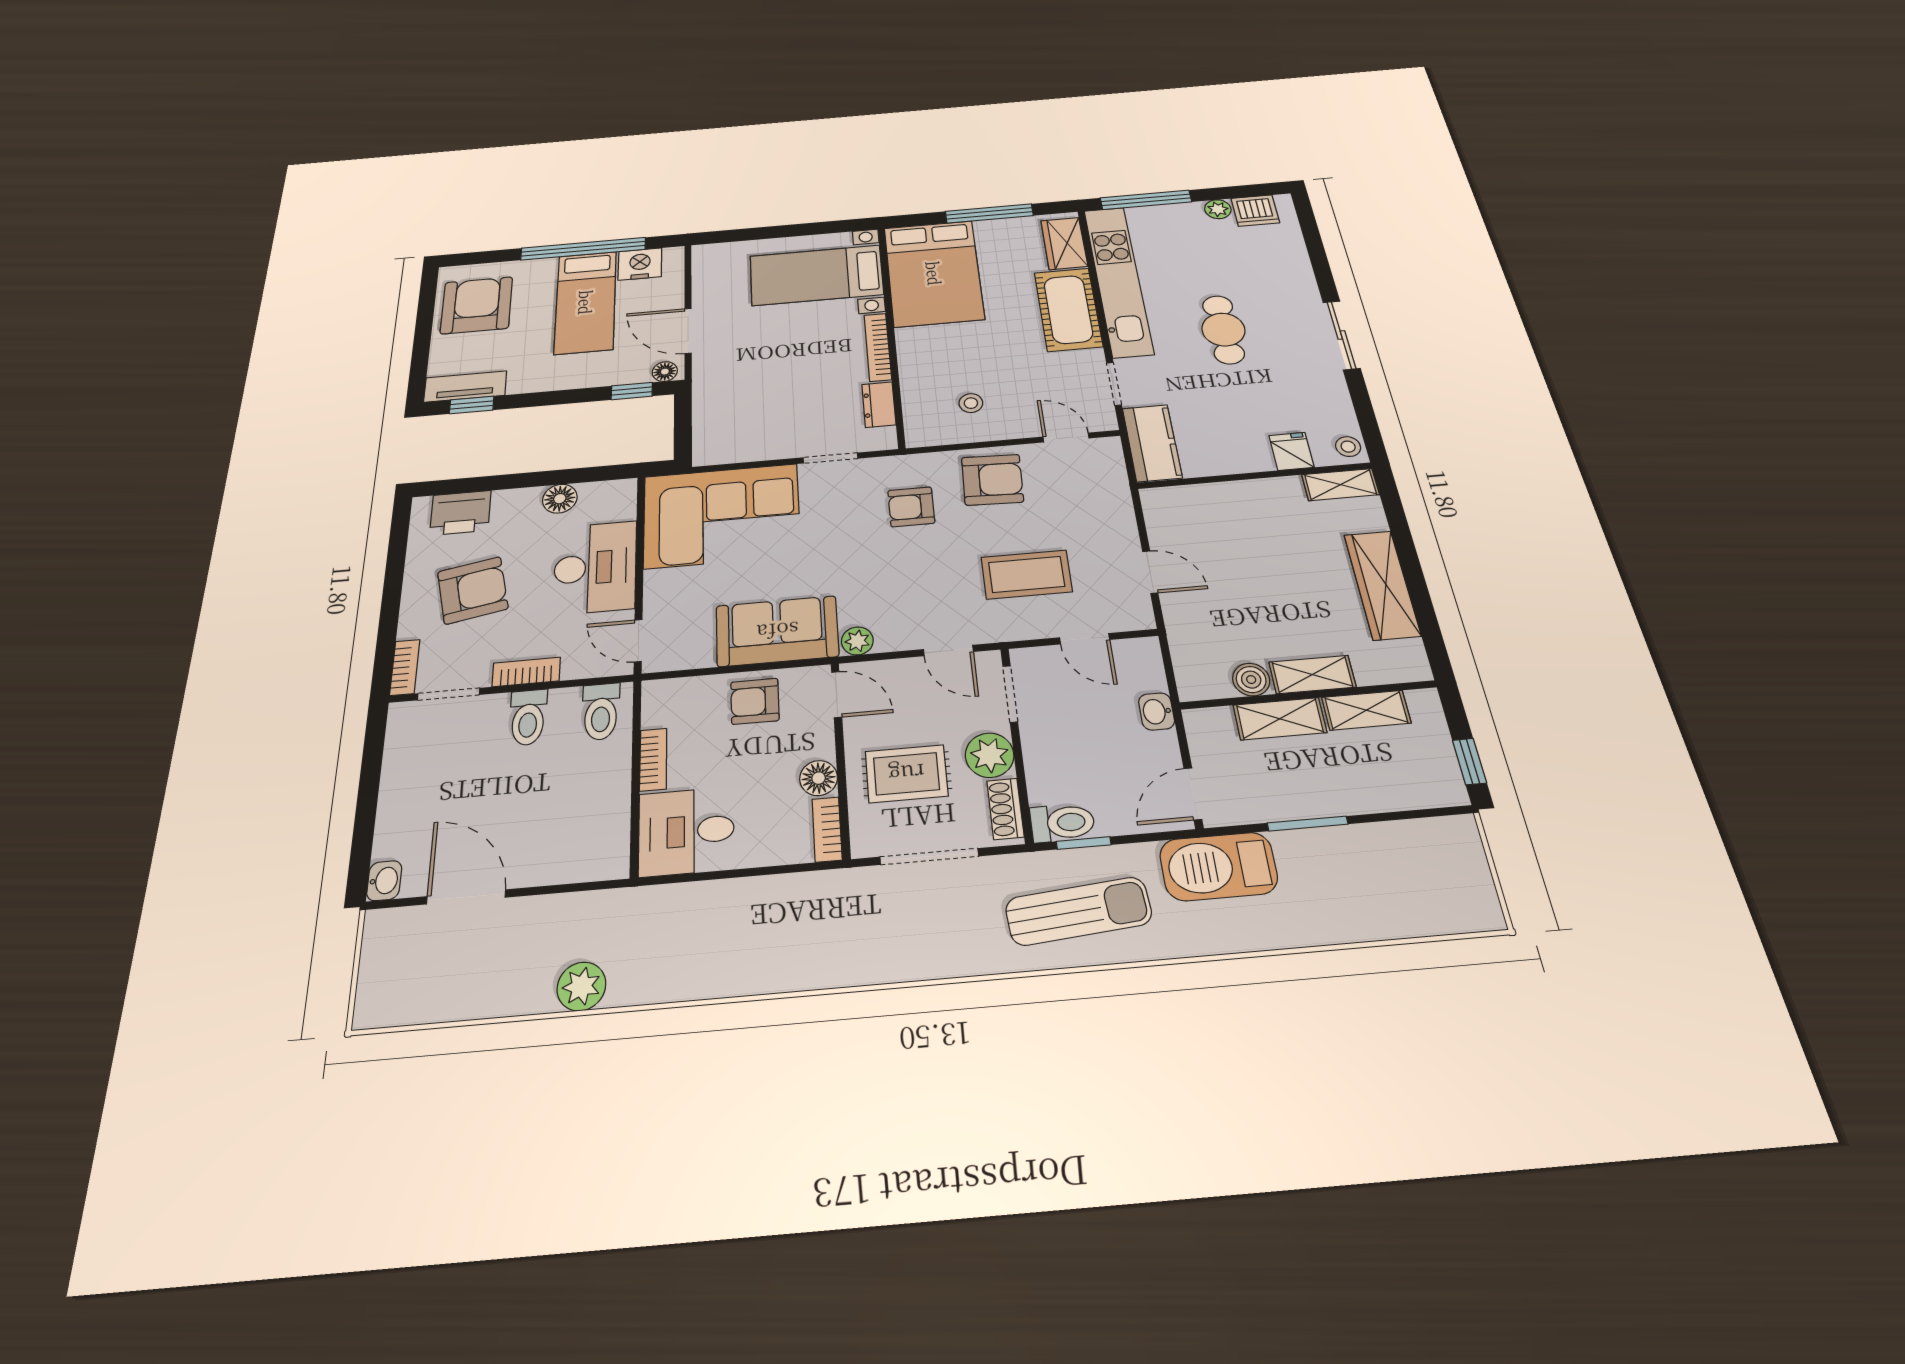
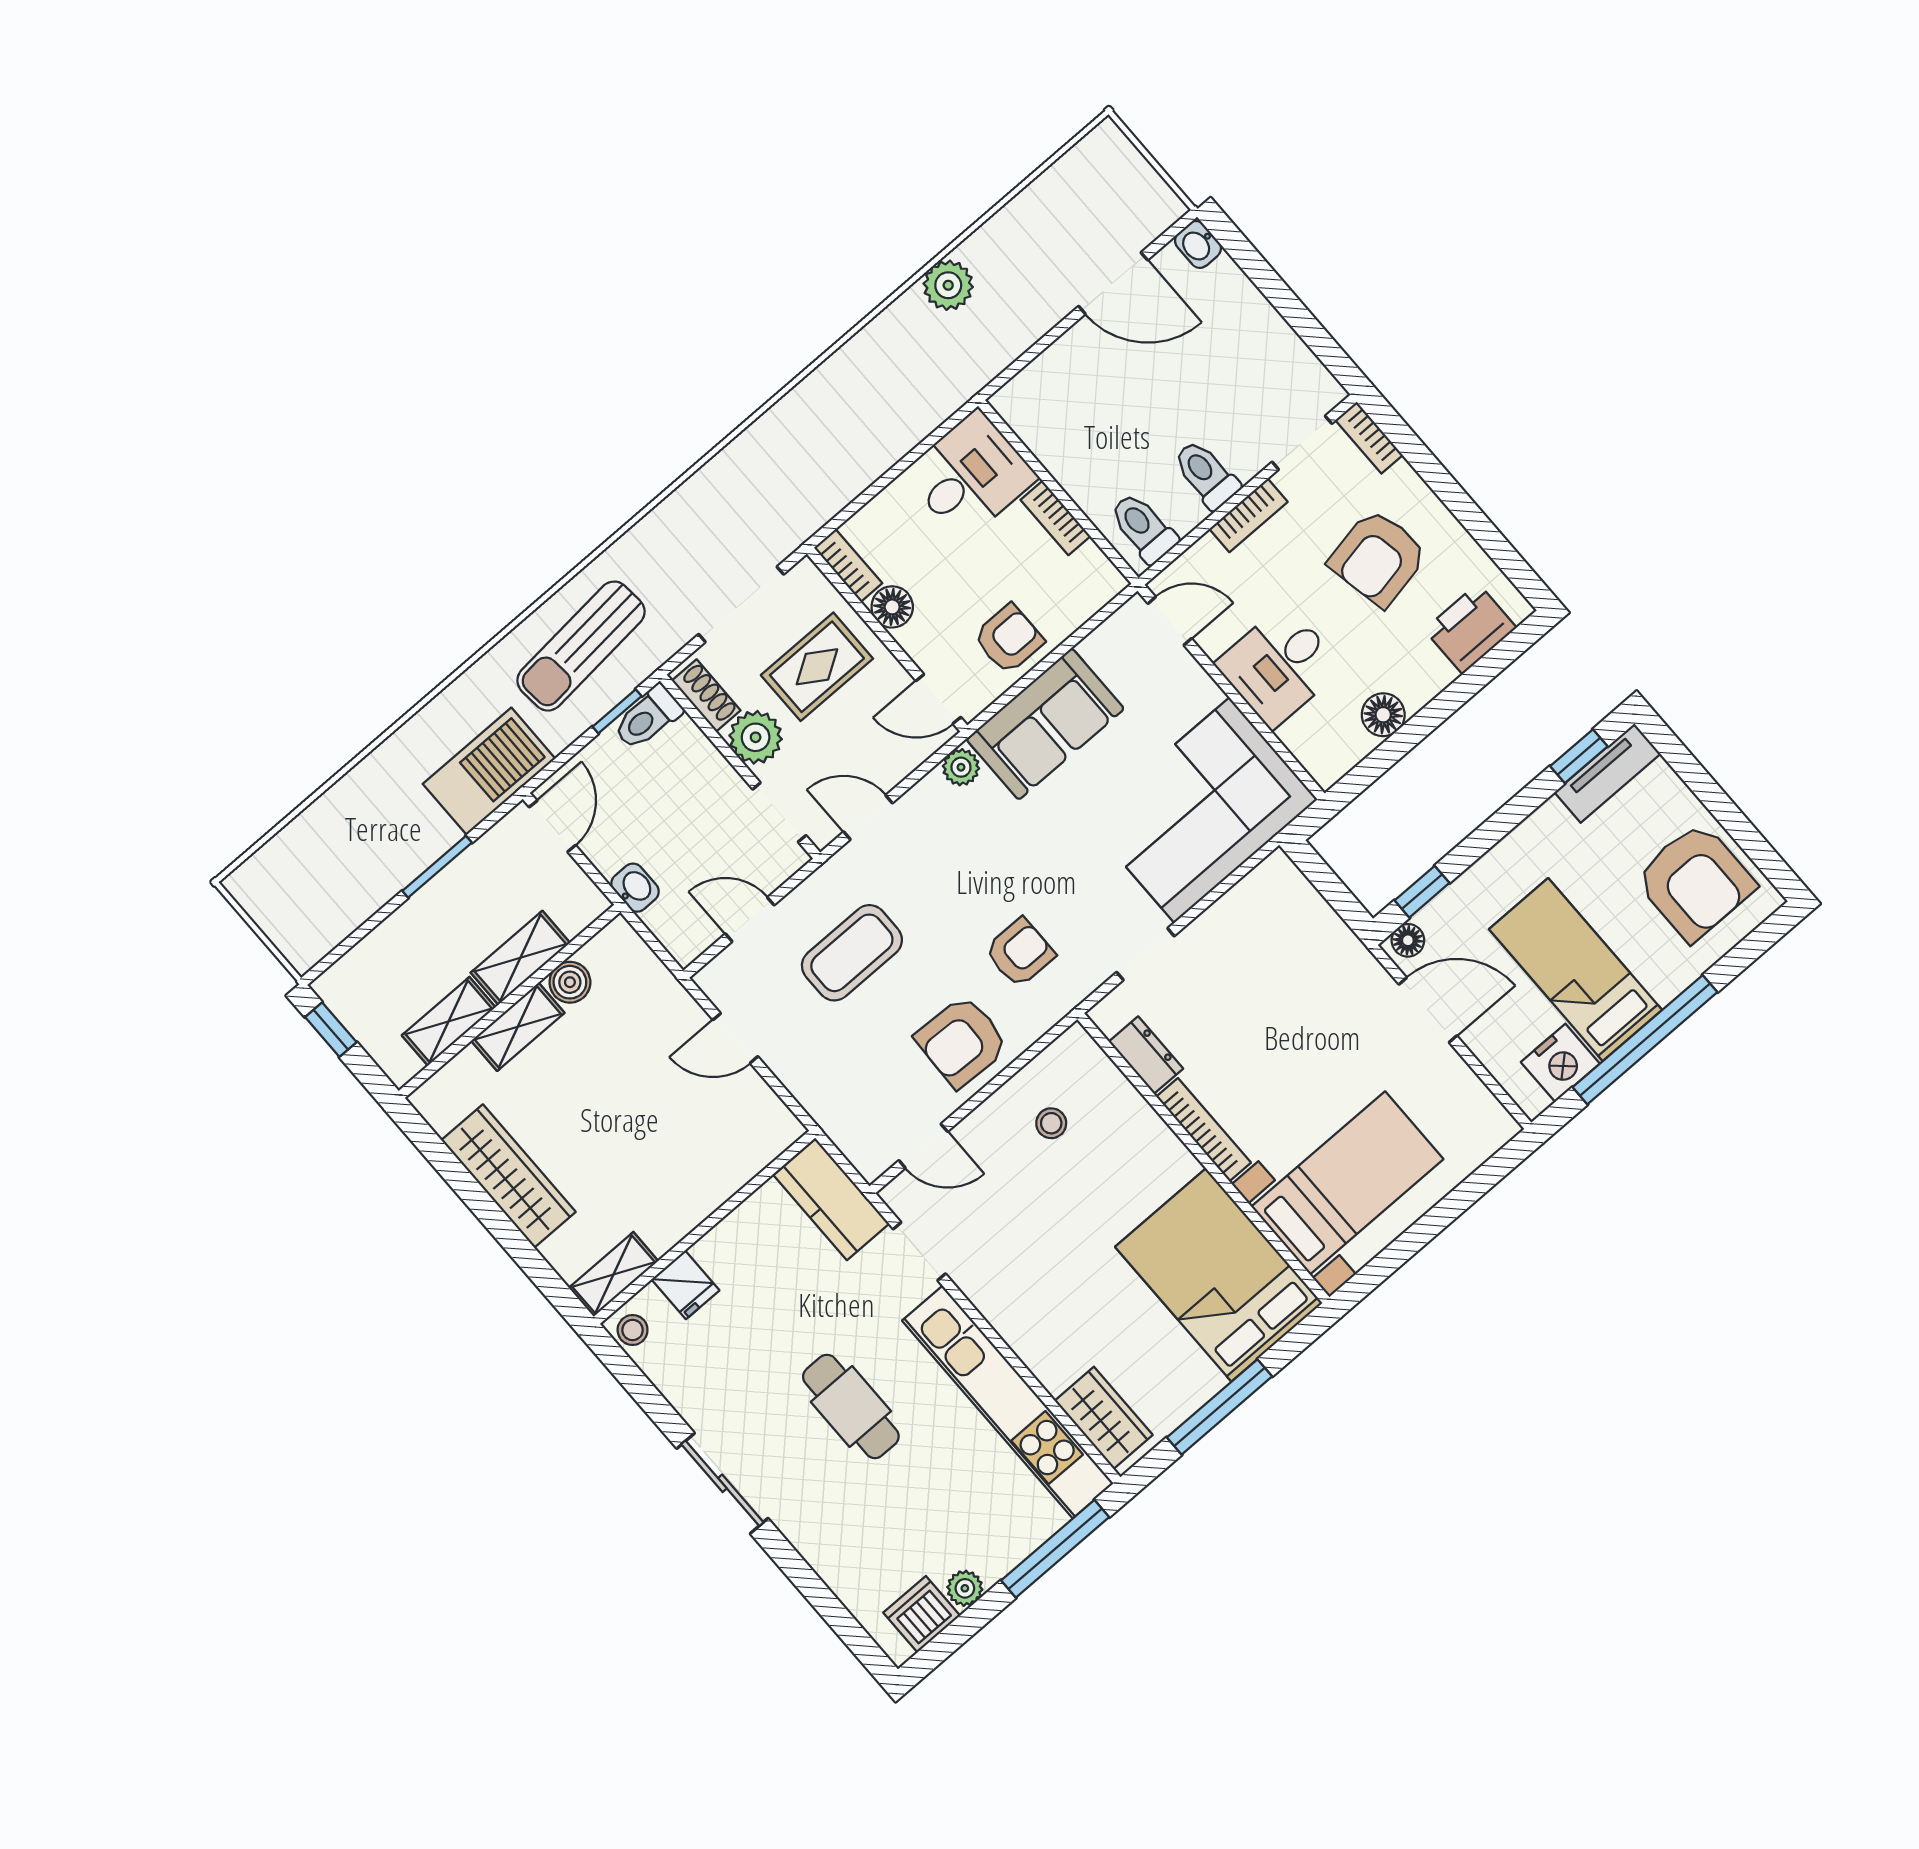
cot: (1068, 309) -> (1035, 1323), removed
desk: (595, 568) -> (1279, 666), width x0.73

